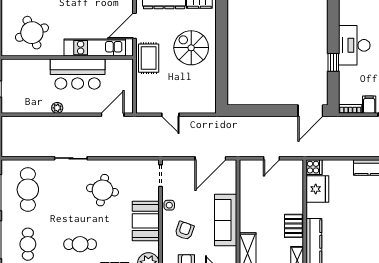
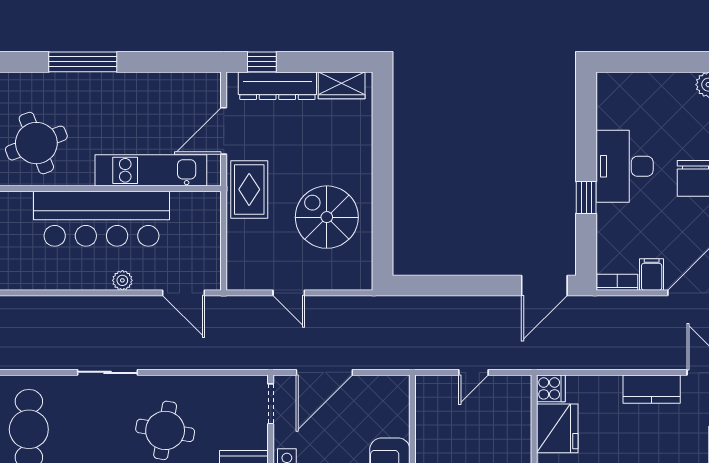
spiral stairs: (191, 48) -> (327, 217), moved
bar counter: (78, 74) -> (101, 219), width x1.36
plant: (57, 108) -> (122, 280), moved
door: (113, 115) -> (184, 293), swing flipped
door: (210, 158) -> (324, 372), moved

